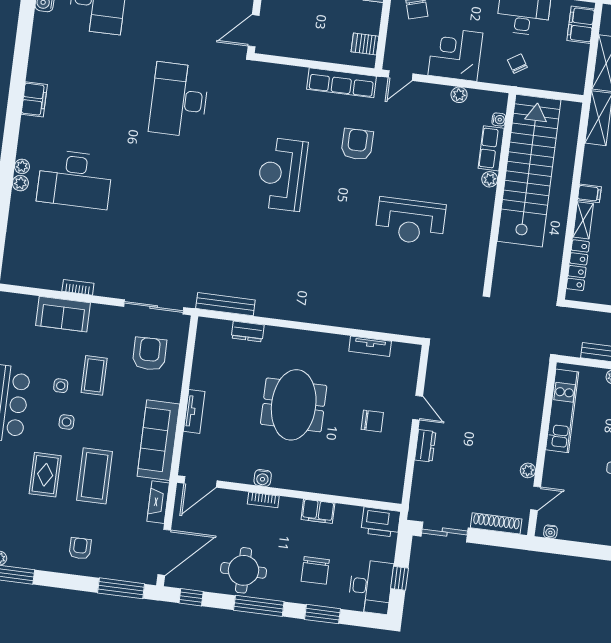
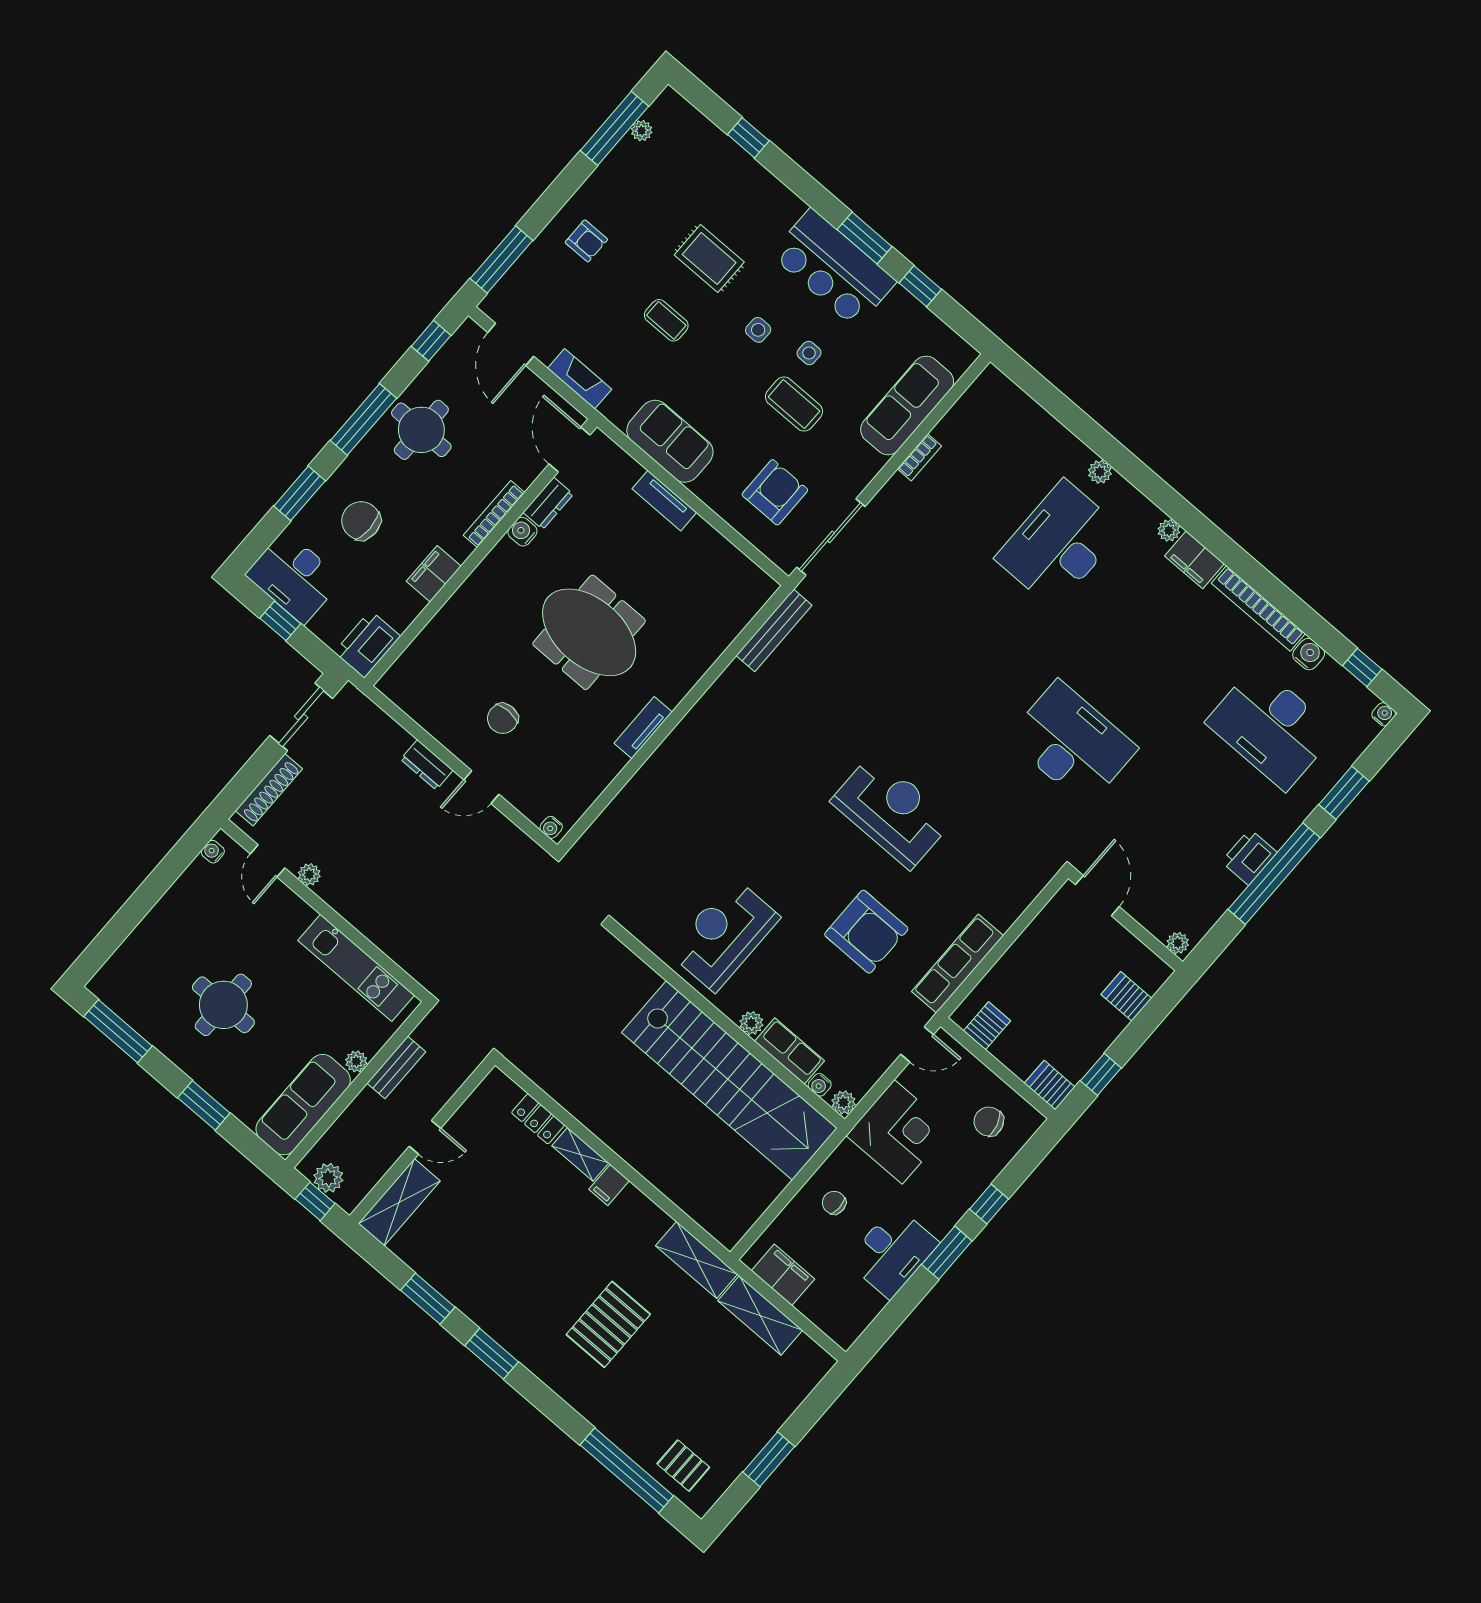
filing cabinet: (581, 25) -> (783, 1275), moved
bookcase: (38, 47) -> (1258, 608), added
chair: (517, 64) -> (834, 1203), turned -148
door: (401, 76) -> (917, 1044), swing flipped
water cooler: (499, 119) -> (820, 1085), moved
armchair: (357, 144) -> (866, 932), width x1.36, depth x1.36
row of seats: (491, 148) -> (790, 1051), moved
plant: (22, 166) -> (1169, 530), moved
stairs: (529, 171) -> (729, 1080), moved
plant: (490, 179) -> (751, 1023), moved
wall: (500, 192) -> (727, 1026), moved
locker: (578, 265) -> (538, 1119), width x0.66
sofa: (63, 314) -> (907, 405), width x1.36
dresser: (248, 331) -> (548, 503), moved, turned 180
tv unit: (370, 346) -> (643, 728), moved
armchair: (149, 354) -> (775, 492), turned -89
water cooler: (414, 355) -> (551, 827), added
sofa: (158, 440) -> (670, 441), width x0.73
coffee table: (95, 476) -> (666, 320), width x0.54, depth x0.58
bookcase: (263, 500) -> (494, 514), width x1.56
door: (164, 552) -> (511, 344), width x0.73

